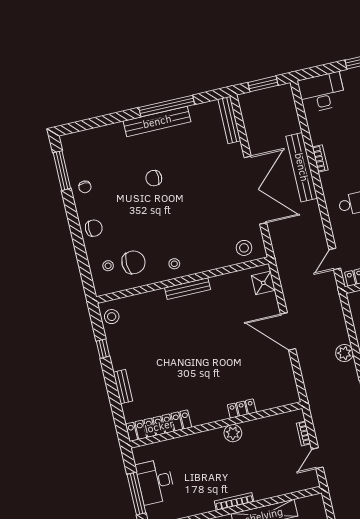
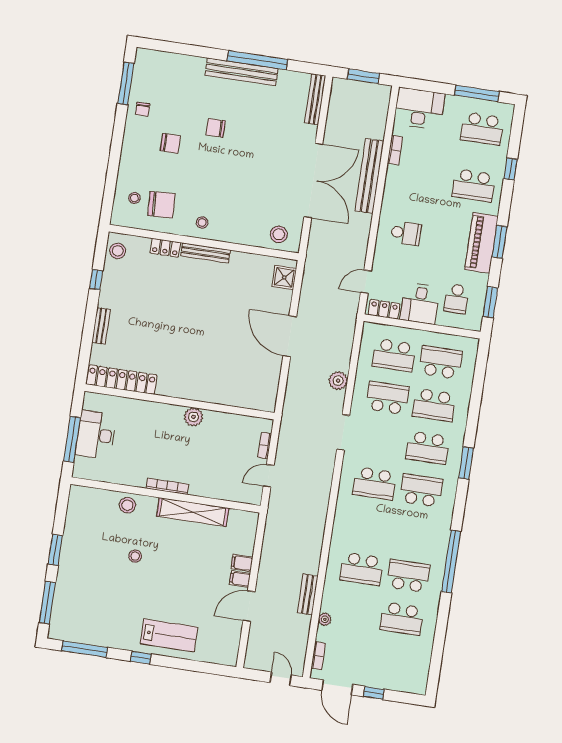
bookcase: (320, 159) -> (395, 150), moved
chair: (94, 228) -> (170, 143), moved
locker: (242, 409) -> (165, 248), moved, turned 180

